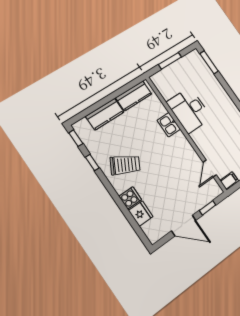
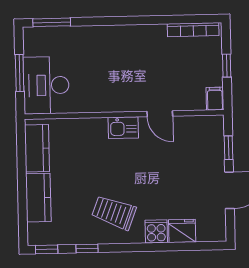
desk: (189, 110) -> (46, 85), moved, turned 90
kitchen sink: (169, 125) -> (123, 128), moved
trolley: (125, 165) -> (114, 212), turned -97
door: (210, 169) -> (160, 114), moved

